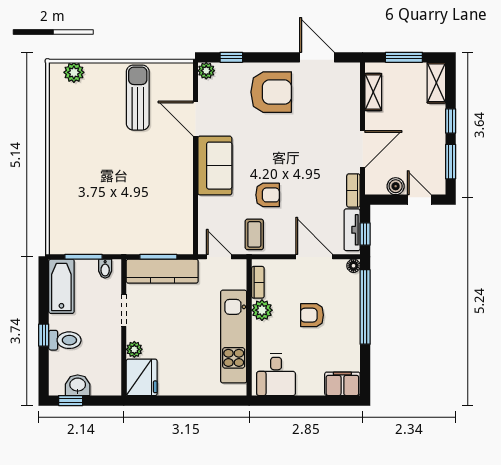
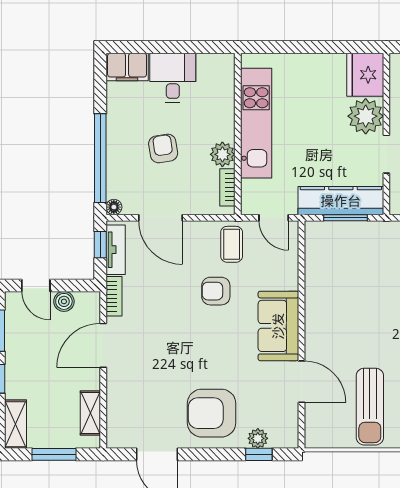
plant: (206, 71) -> (258, 438), moved
armchair: (312, 315) -> (163, 148), turned -99
plant: (134, 349) -> (366, 116), width x1.88, depth x1.88
desk: (276, 375) -> (173, 78), moved

